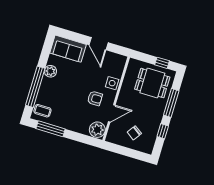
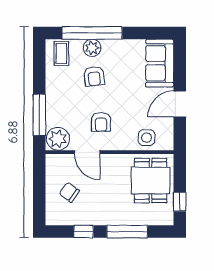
plant: (50, 71) -> (92, 48), moved
side table: (112, 83) -> (146, 138), moved
dining table: (152, 83) -> (151, 181), moved
armchair: (64, 94) -> (94, 76), added
window: (51, 129) -> (39, 115), moved

